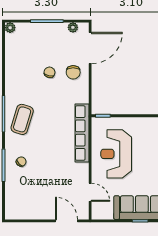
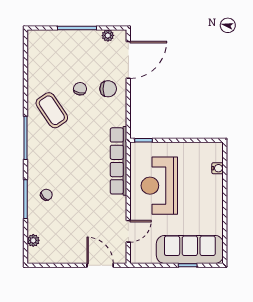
plant: (10, 28) -> (33, 240), moved
chair: (73, 72) -> (108, 89), turned -90
coffee table: (22, 119) -> (52, 110), moved, turned -51
door: (90, 192) -> (128, 231), hinge flipped

